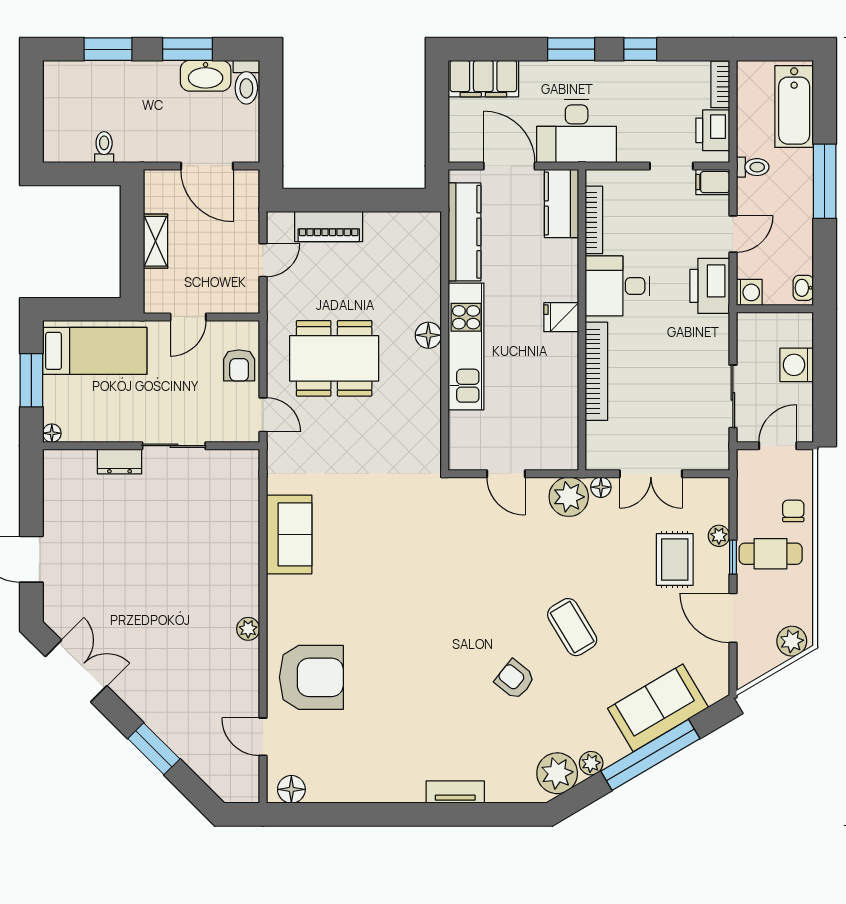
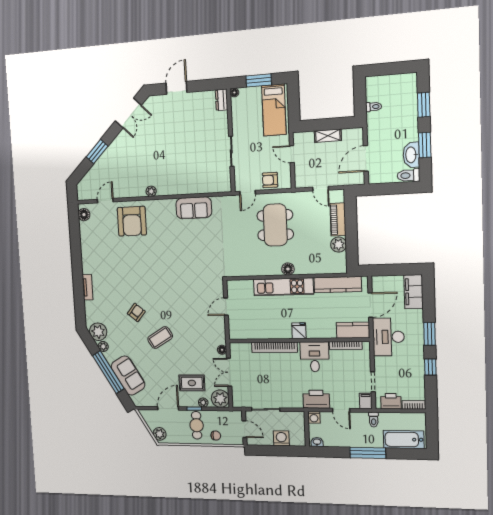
plant: (381, 227) -> (339, 245), added
dresser: (120, 462) -> (222, 100), moved
plant: (569, 497) -> (220, 399), moved

